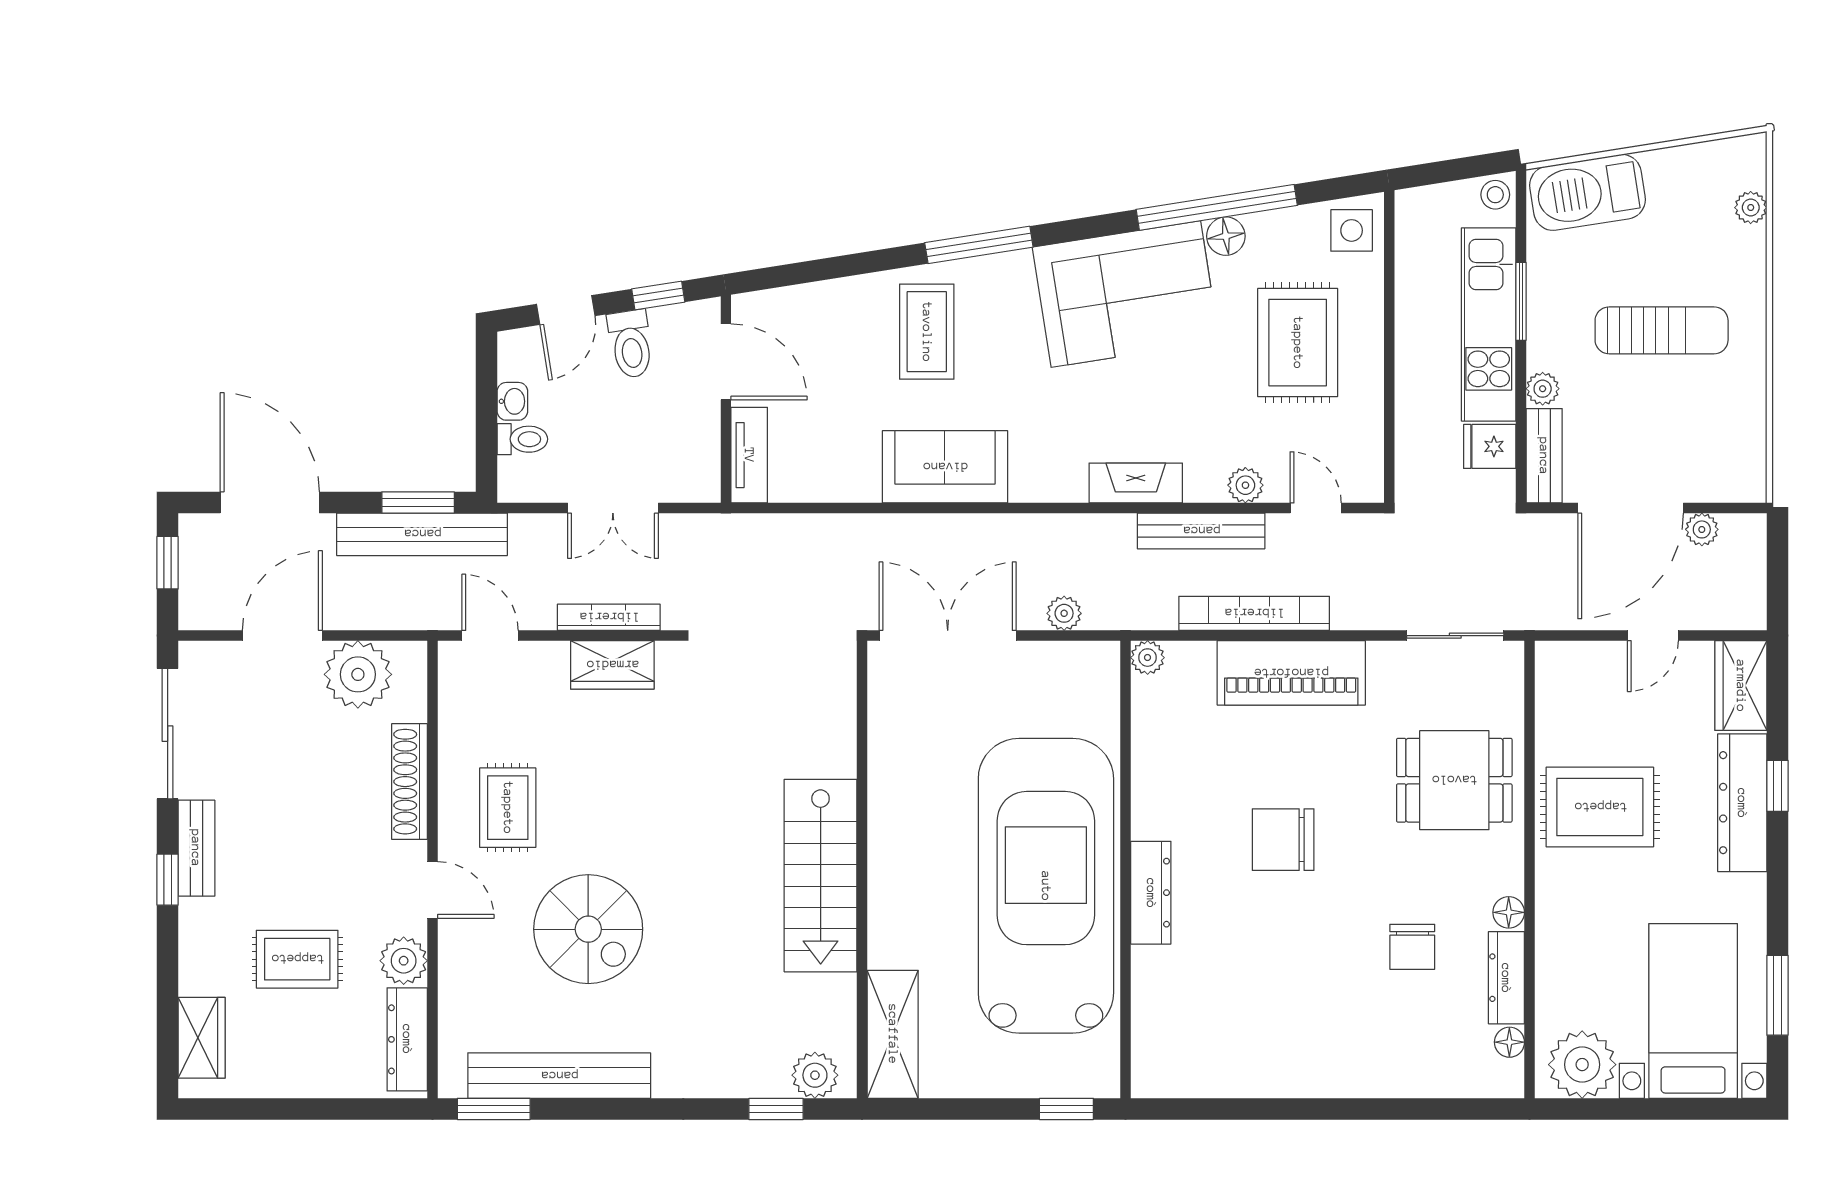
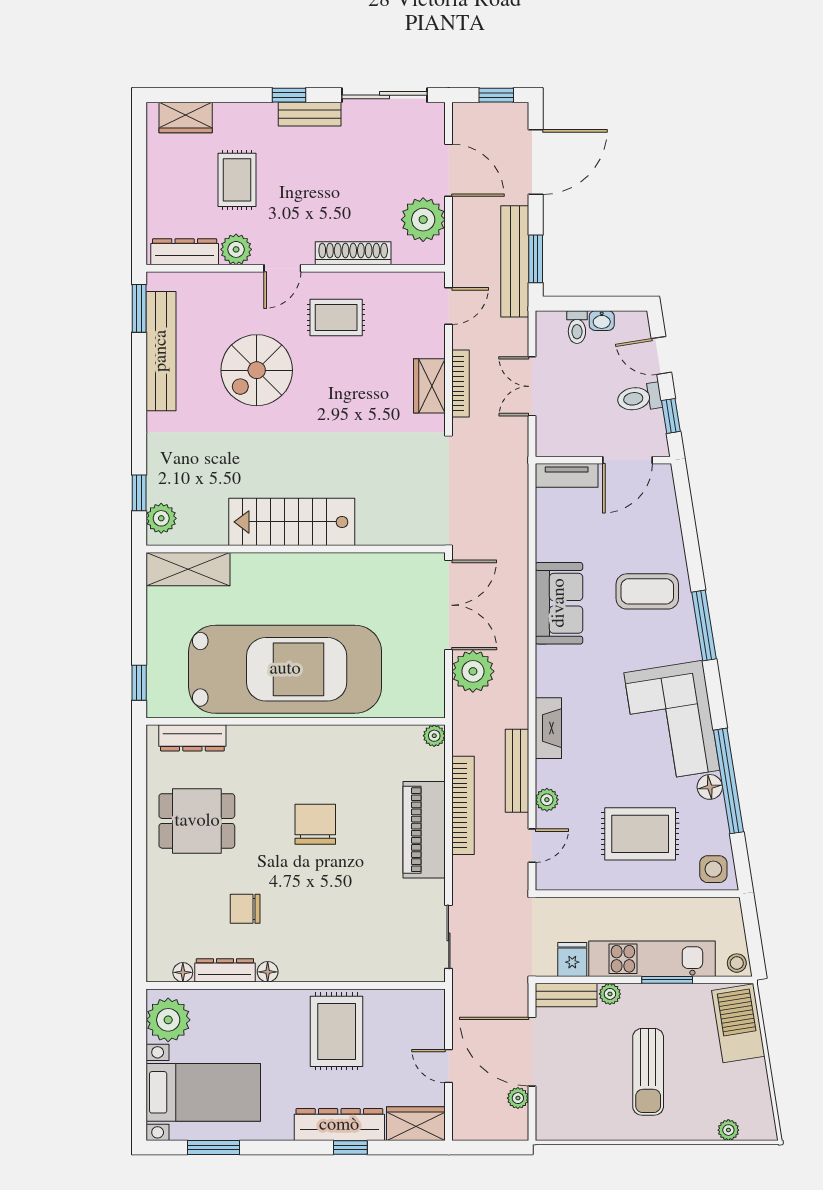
plant: (1064, 613) -> (473, 671), width x1.88, depth x1.88
dining table: (1454, 780) -> (197, 821), moved, turned 90
dresser: (1151, 893) -> (192, 738), moved

